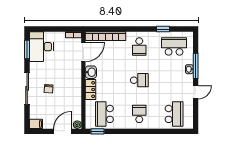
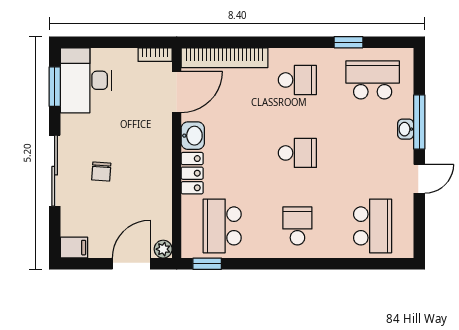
school desk: (139, 46) -> (297, 80), turned -90

